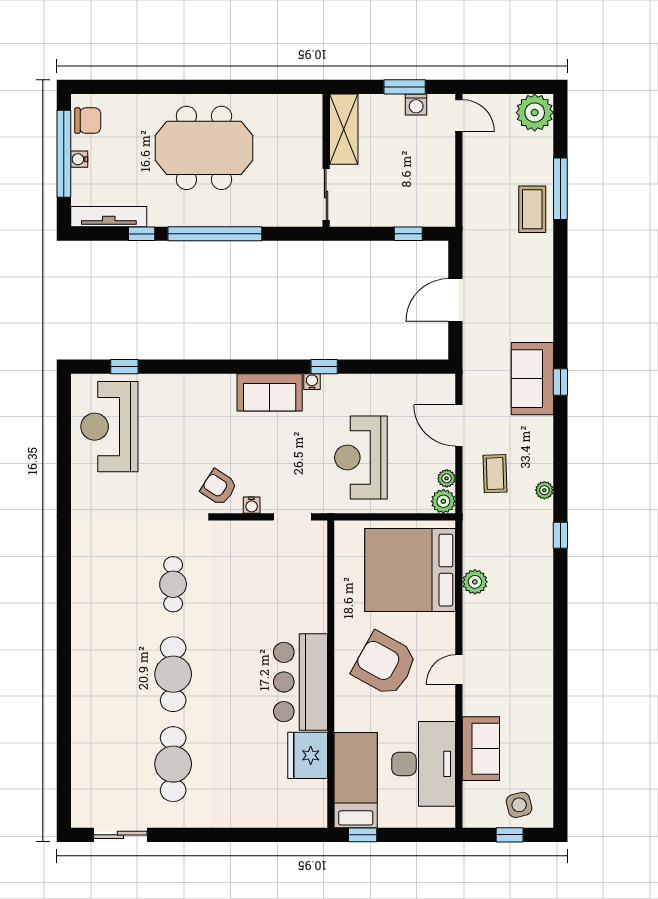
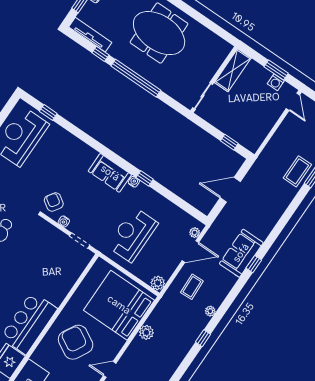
door: (459, 426) -> (190, 252), swing flipped
plant: (447, 478) -> (195, 233), moved

